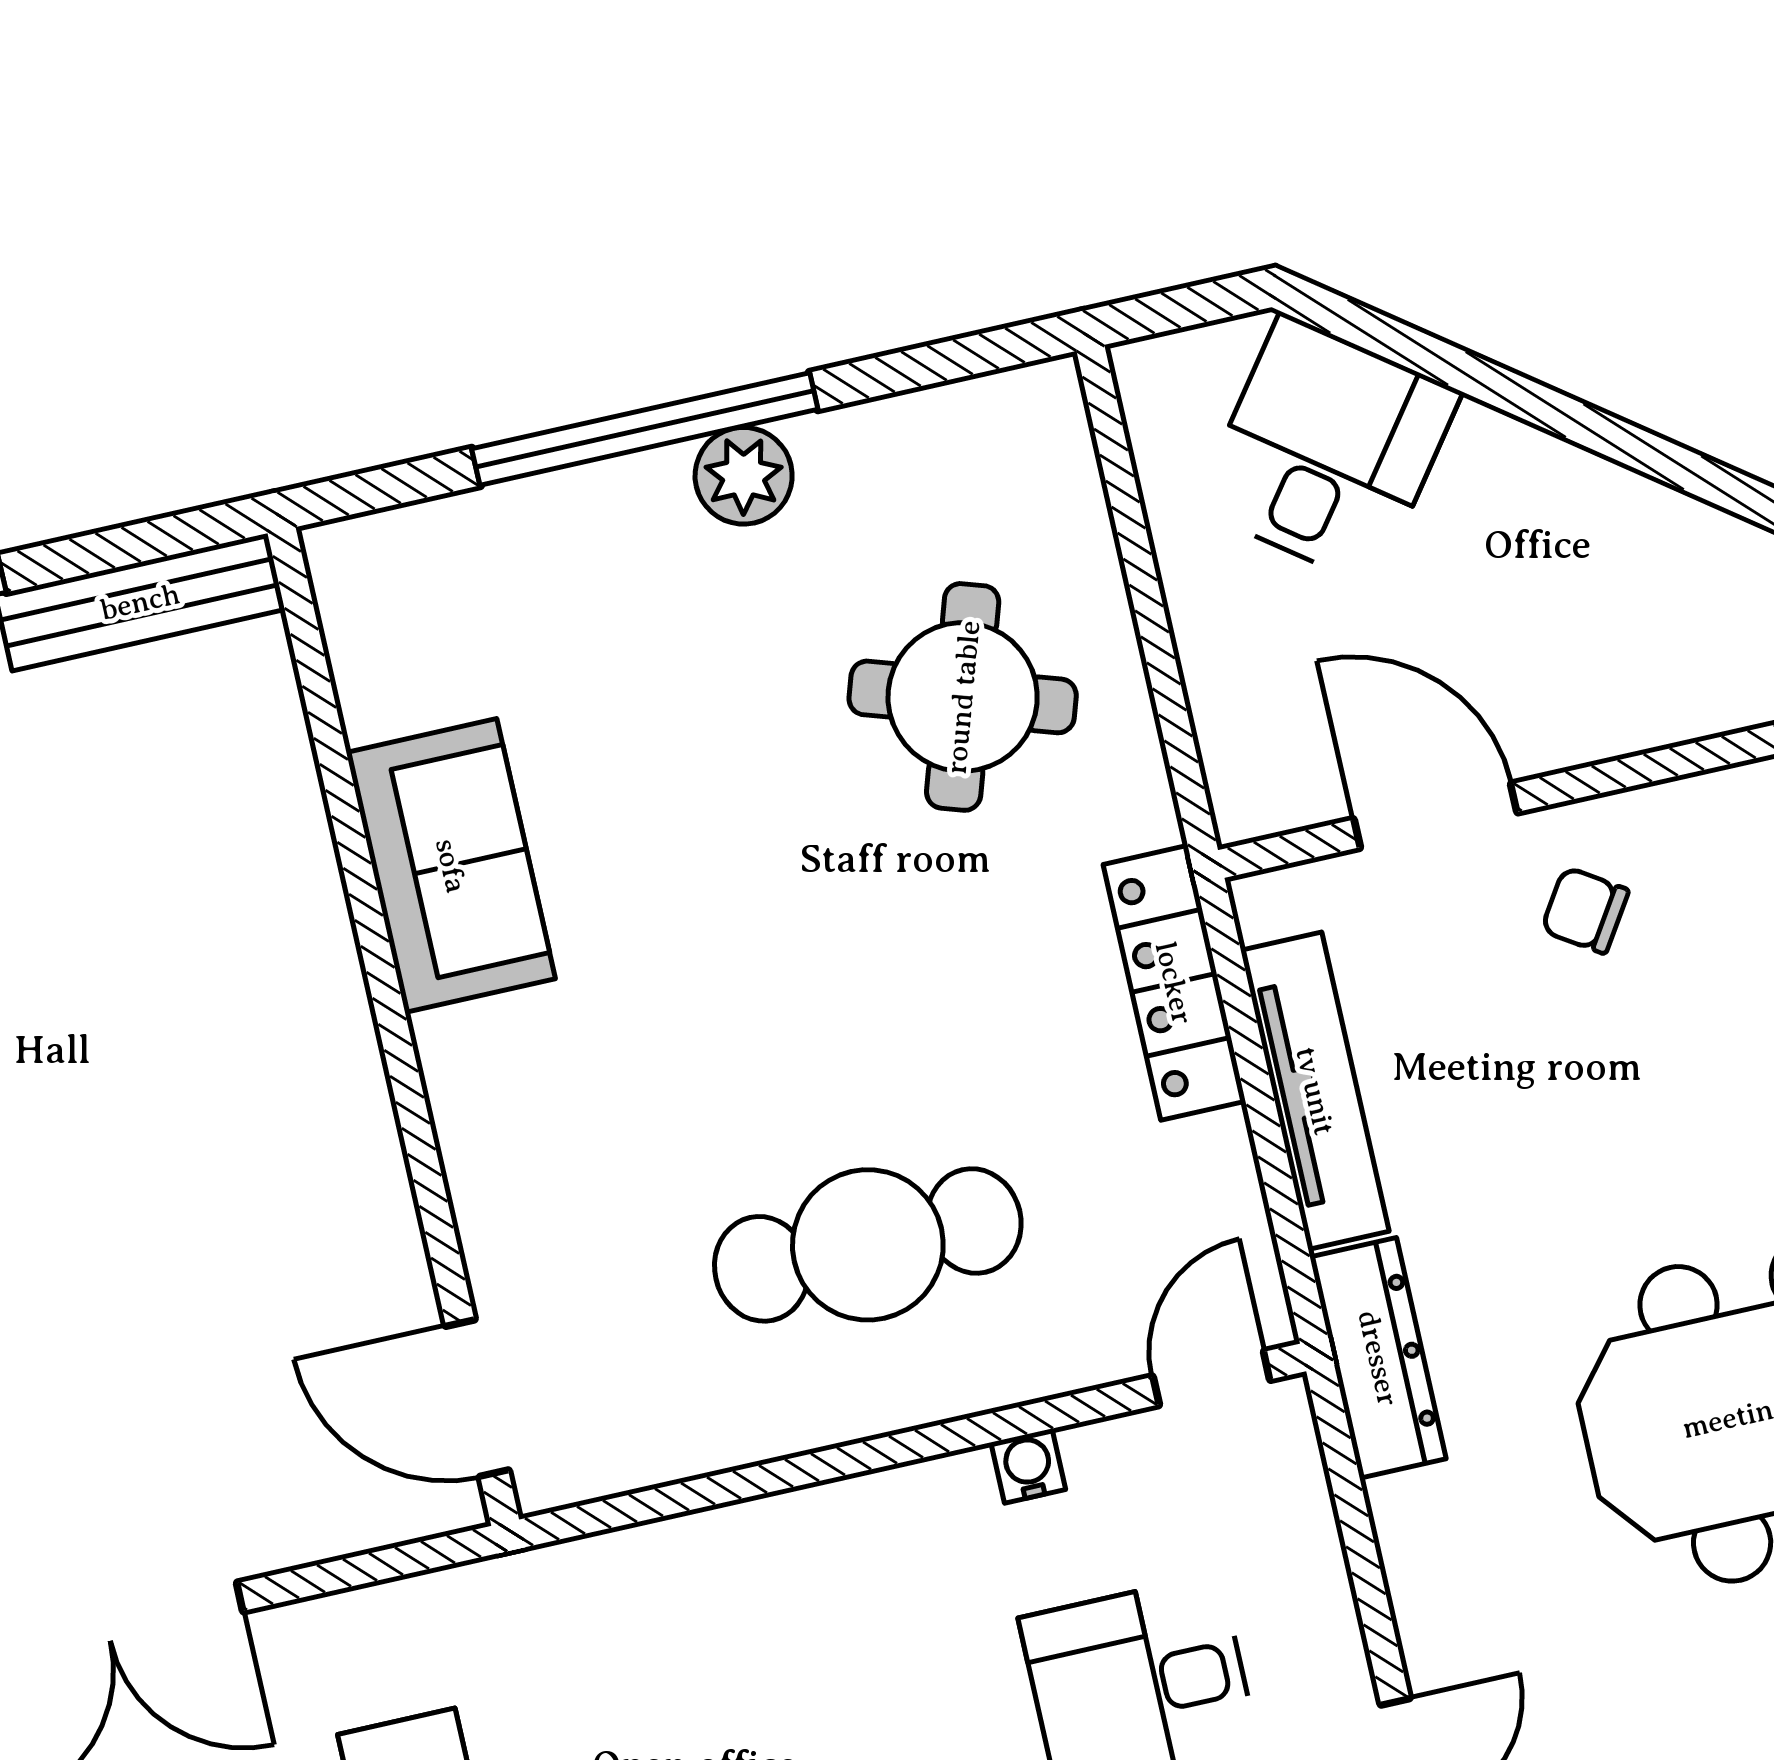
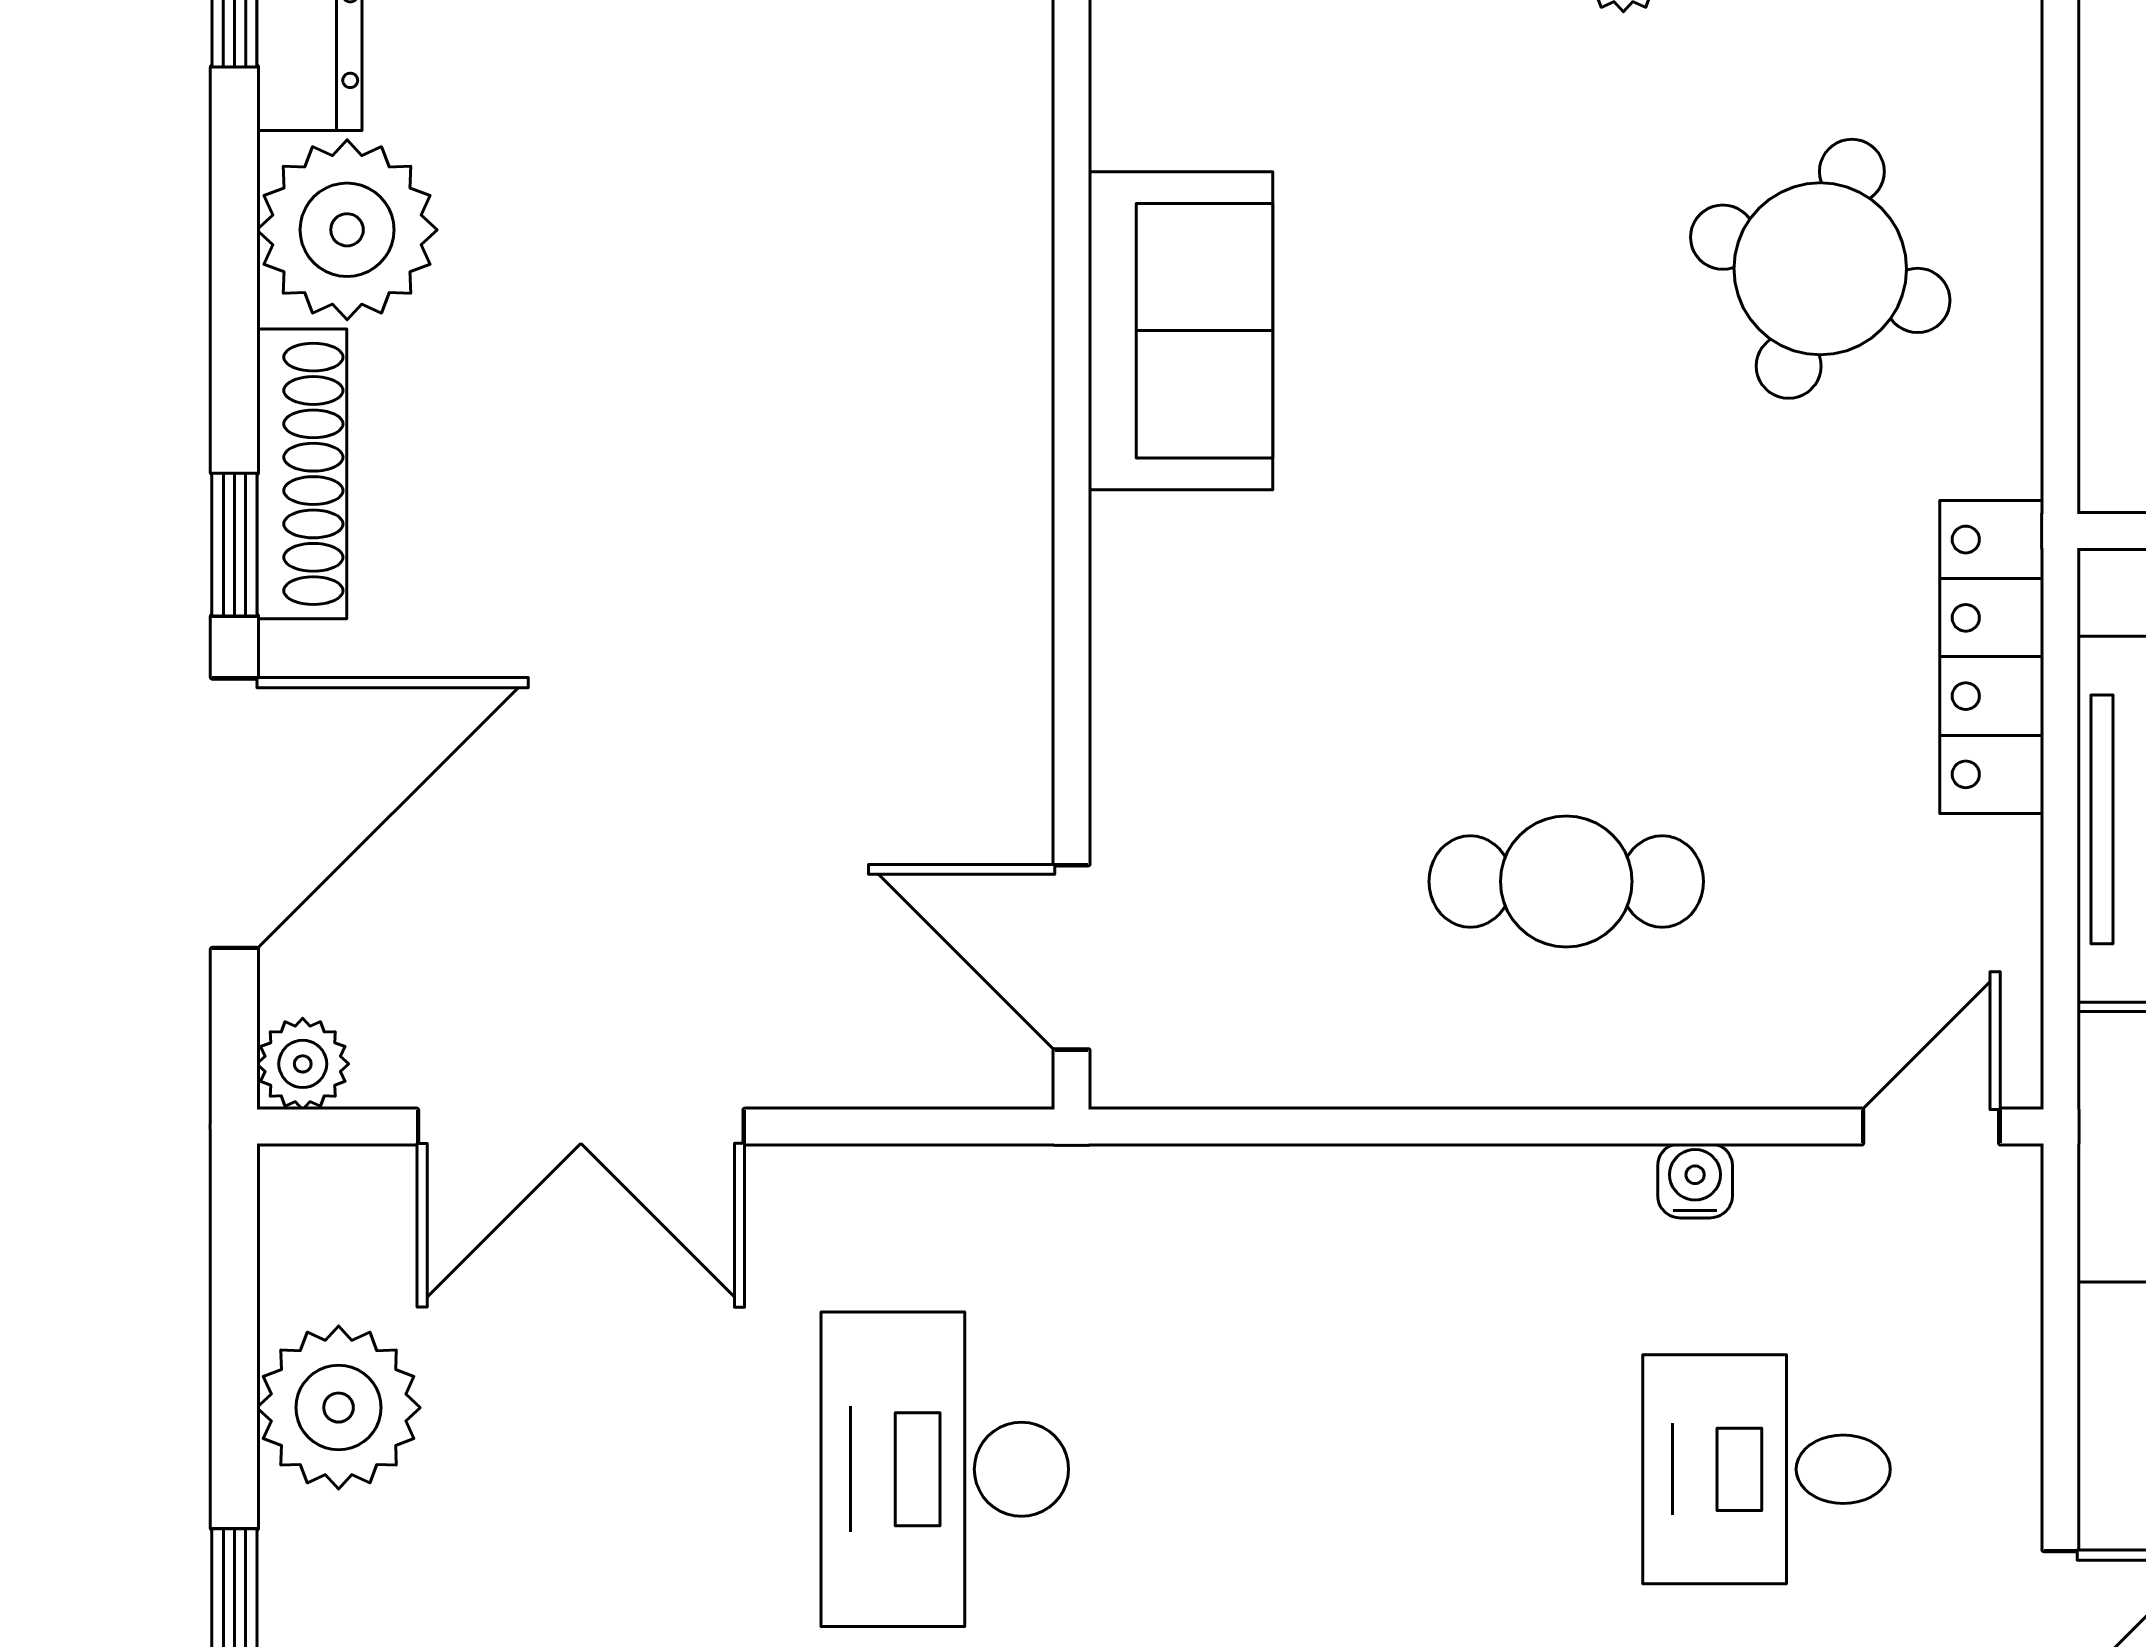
cafe table: (868, 1245) -> (1566, 881), width x0.73, depth x0.74

